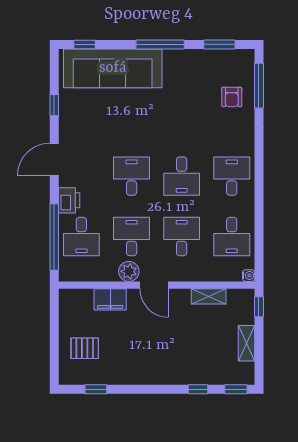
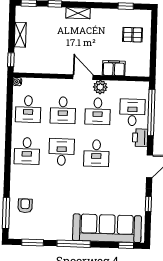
desk: (232, 236) -> (28, 109), turned 180
shelving: (209, 296) -> (78, 13), moved

